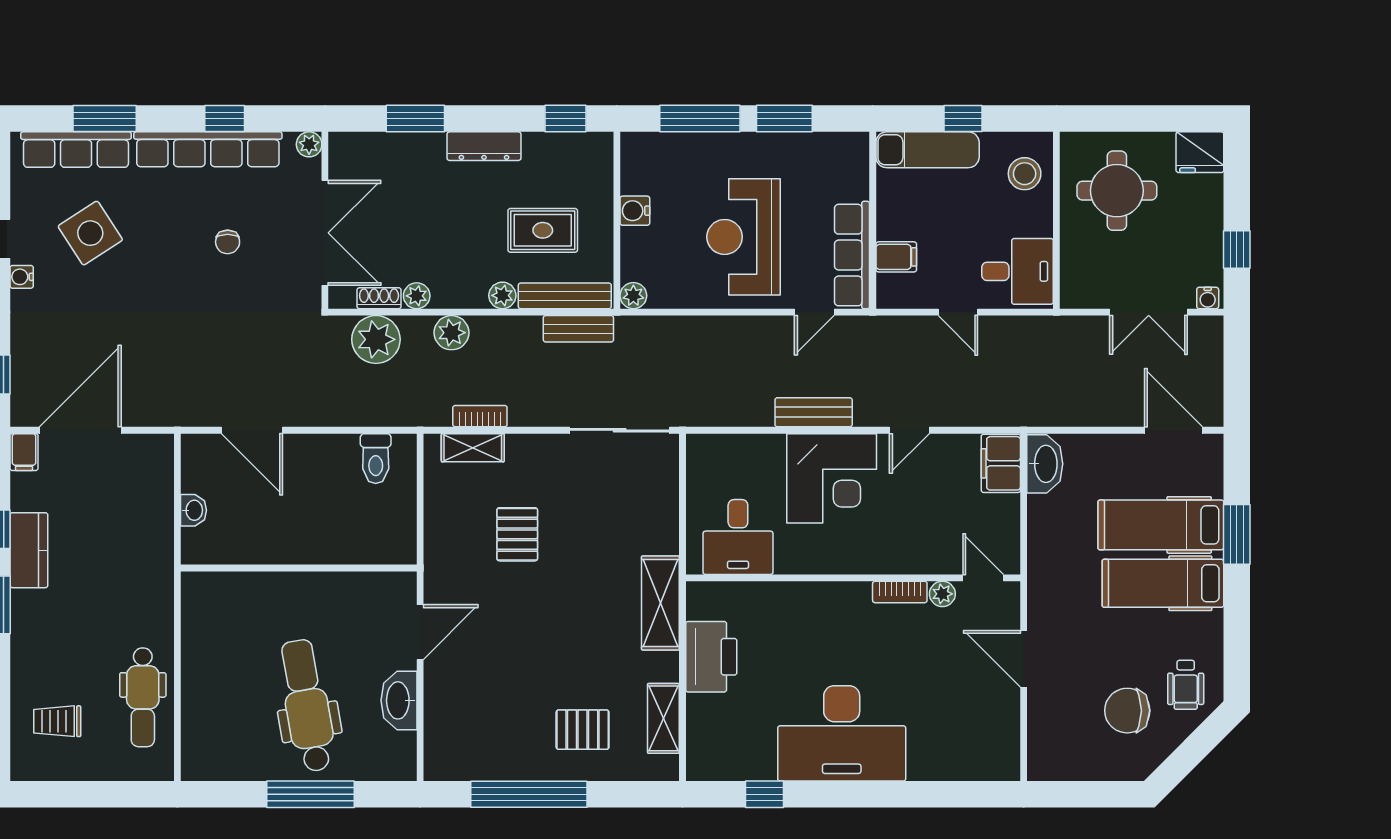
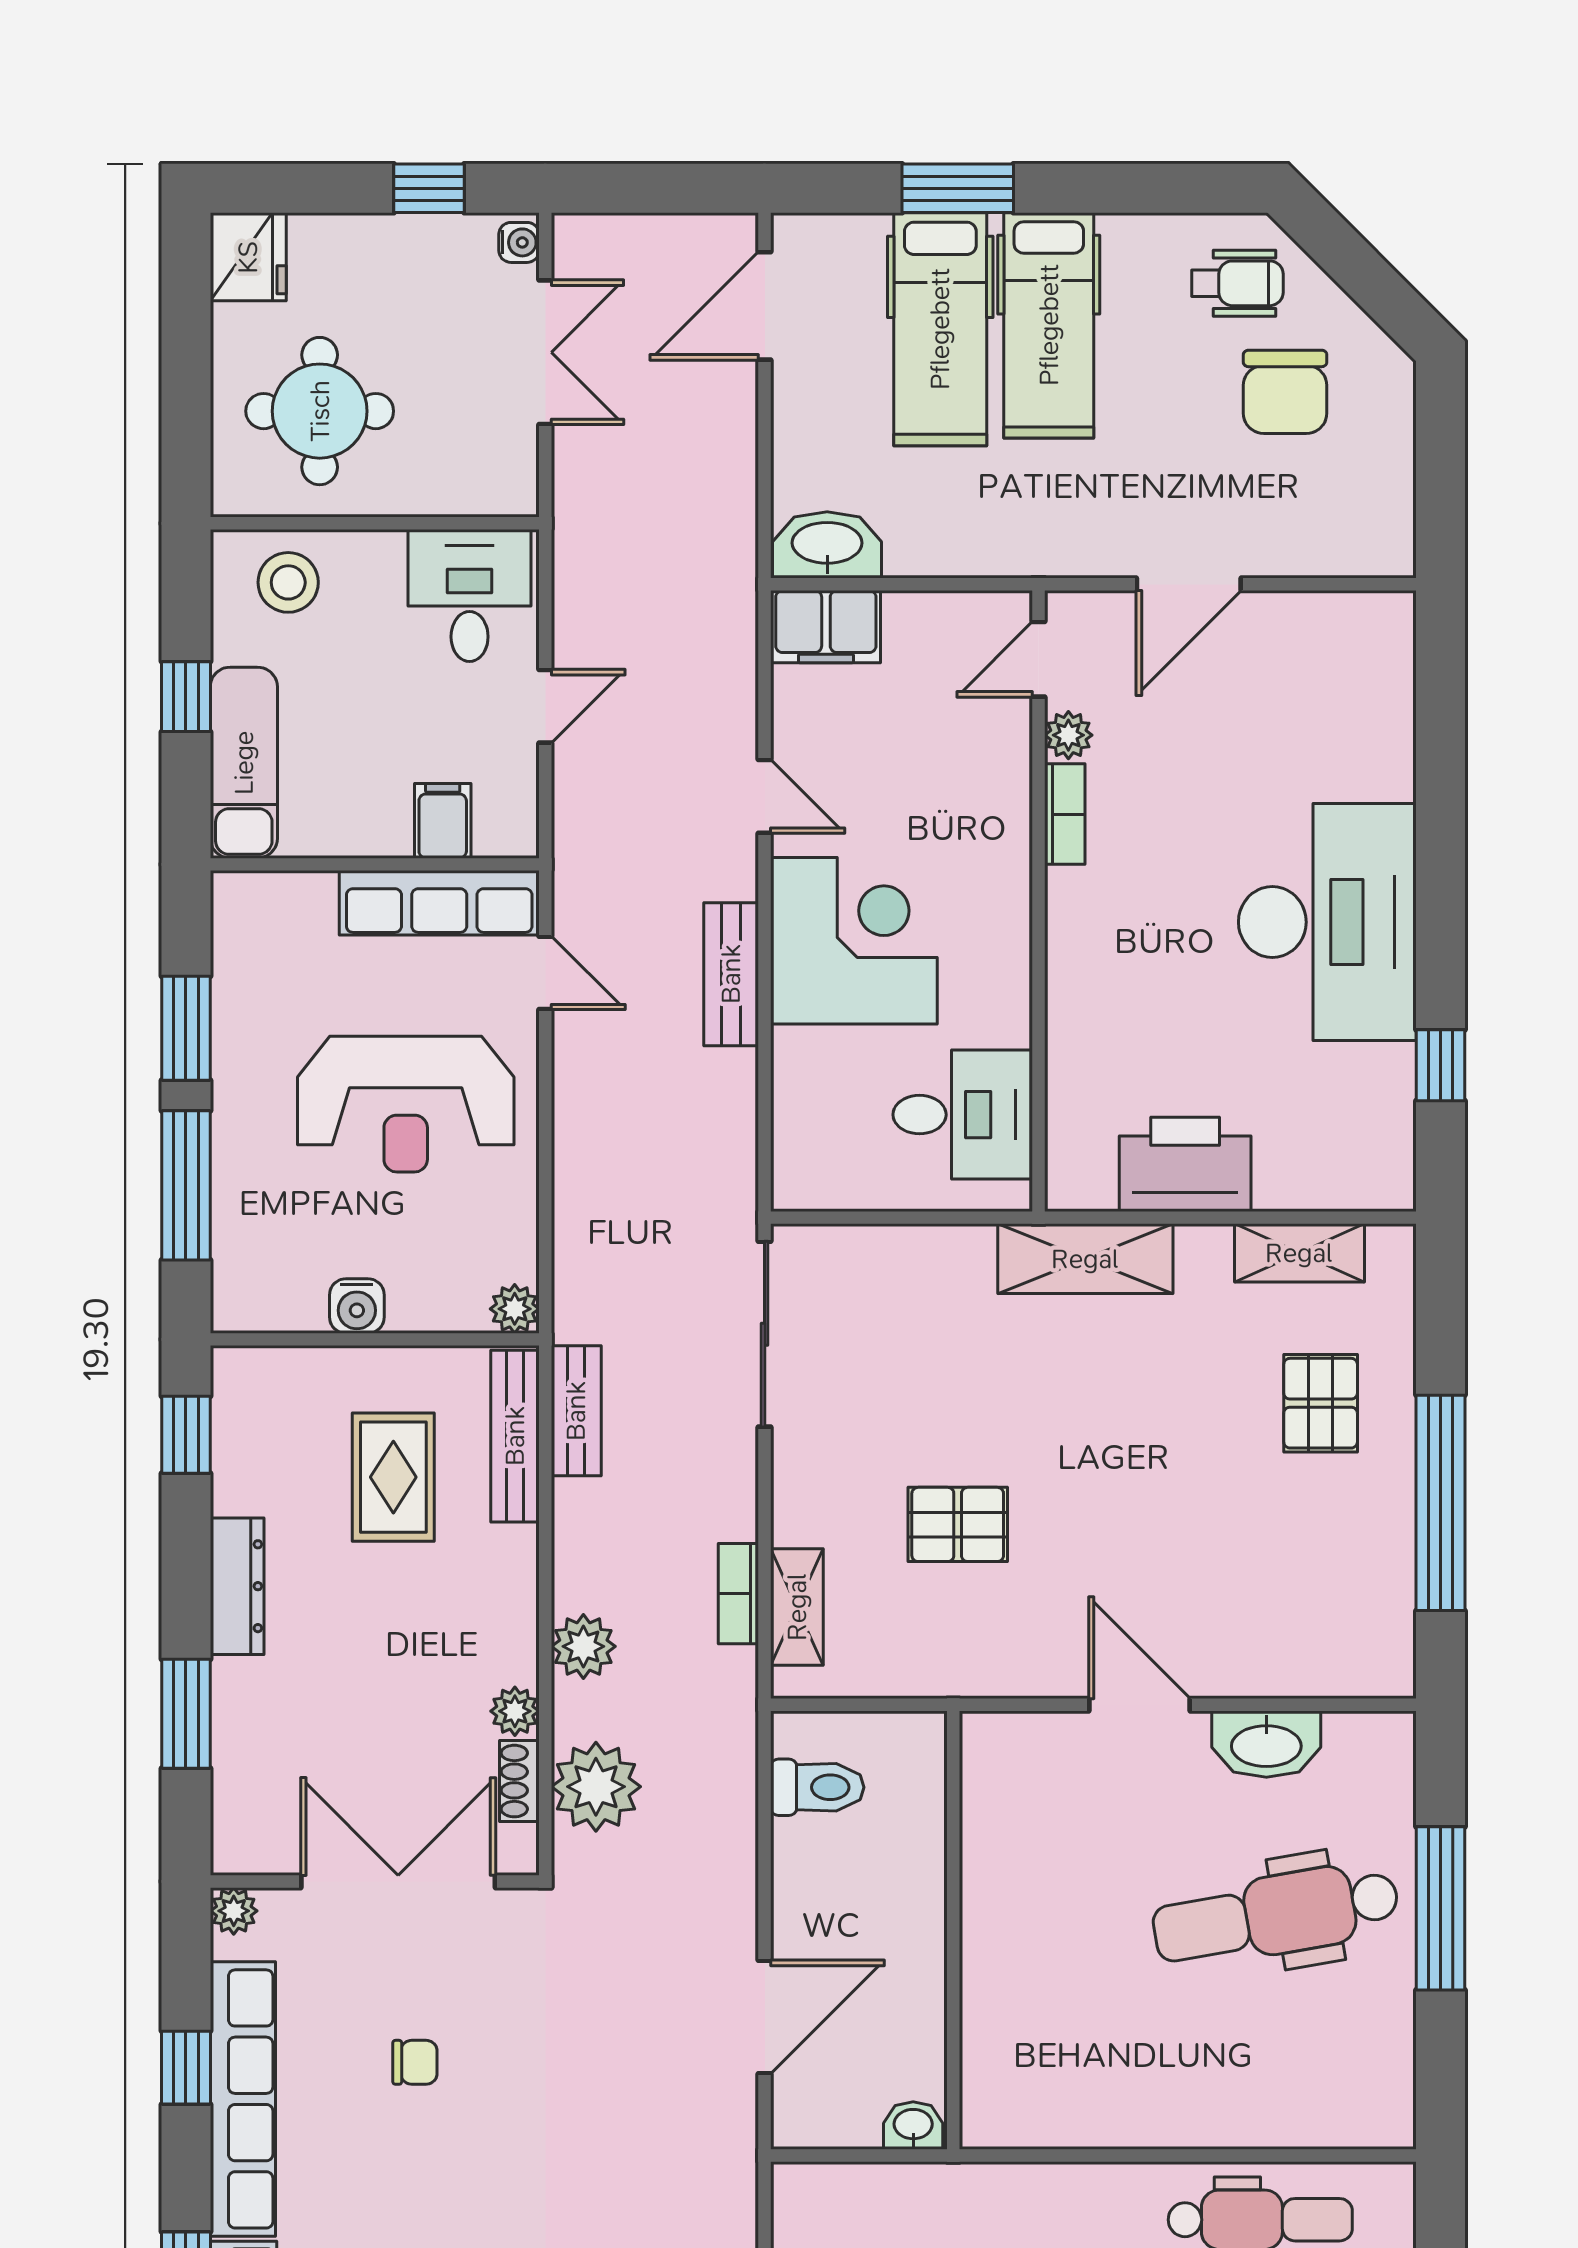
plant: (502, 295) -> (514, 1552), removed
wall: (299, 568) -> (953, 1930), moved

